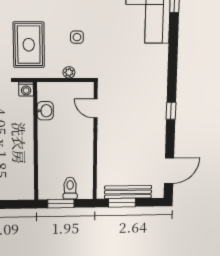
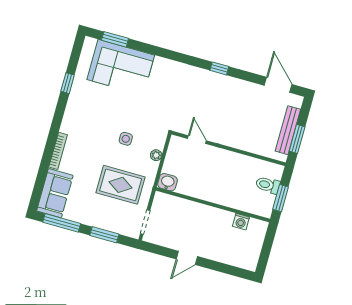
washing machine: (26, 89) -> (241, 222), moved, turned 90
door: (96, 108) -> (197, 140), swing flipped
washbasin: (45, 111) -> (168, 182), moved

